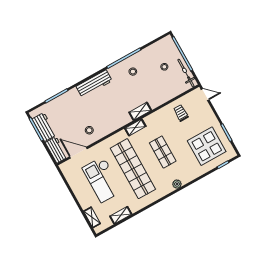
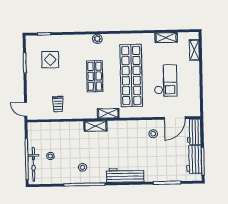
bicycle: (186, 73) -> (34, 164), moved
display table: (207, 146) -> (50, 60), width x0.54, depth x0.54
door: (78, 153) -> (175, 118), hinge flipped
checkout: (102, 179) -> (165, 81), width x0.73, depth x0.83

